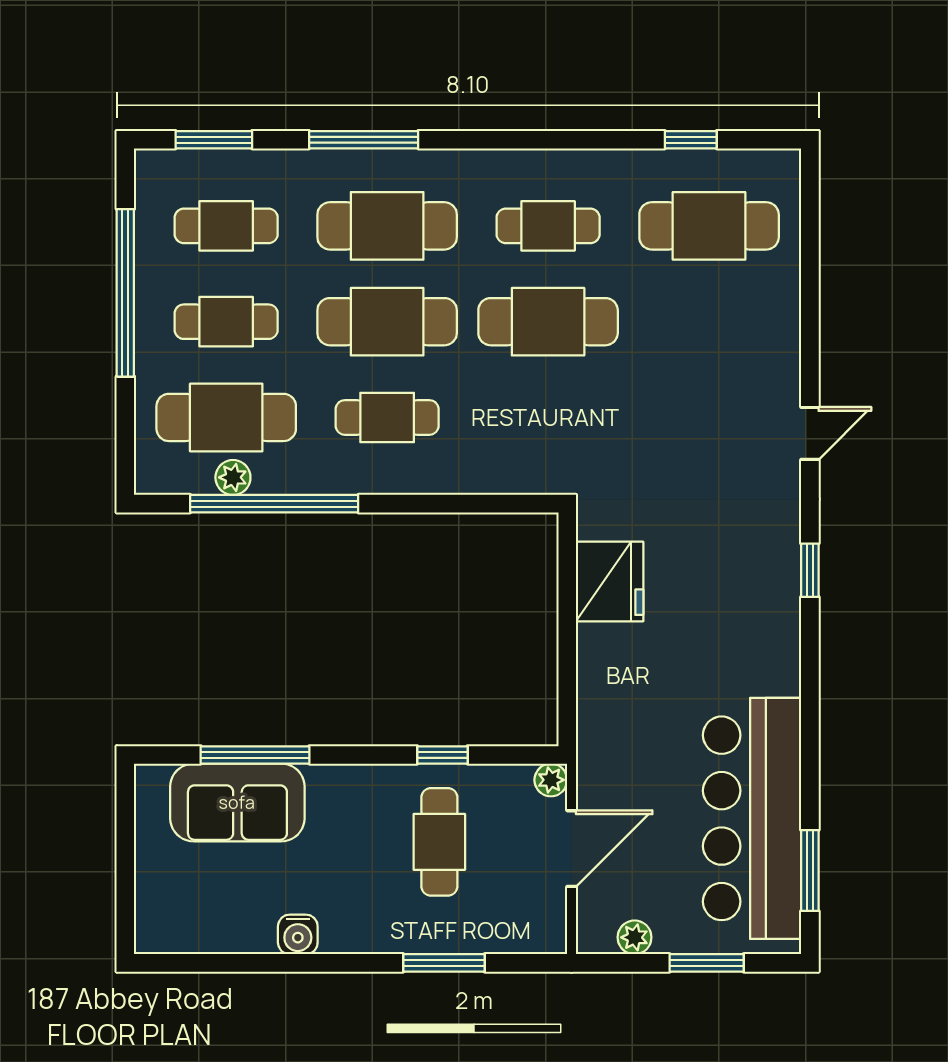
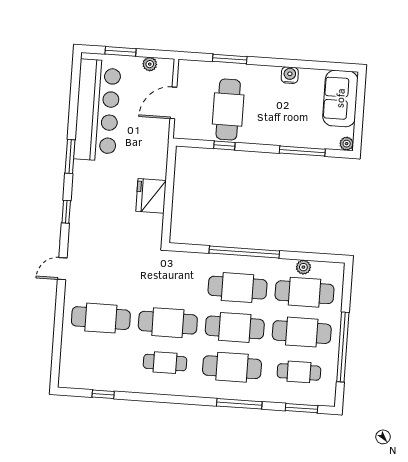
cafe table: (709, 226) -> (101, 318), moved
cafe table: (226, 322) -> (302, 332), width x1.37, depth x1.35
cafe table: (387, 417) -> (238, 288), width x1.37, depth x1.35
window: (274, 504) -> (244, 252), moved
fridge: (610, 581) -> (151, 196), moved
plant: (551, 780) -> (347, 144), moved
sofa: (237, 802) -> (340, 98), moved, turned -90
cafe table: (439, 842) -> (228, 110), width x1.37, depth x1.35
window: (810, 870) -> (70, 156), moved

